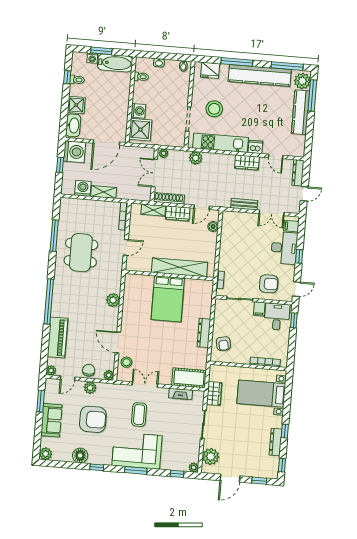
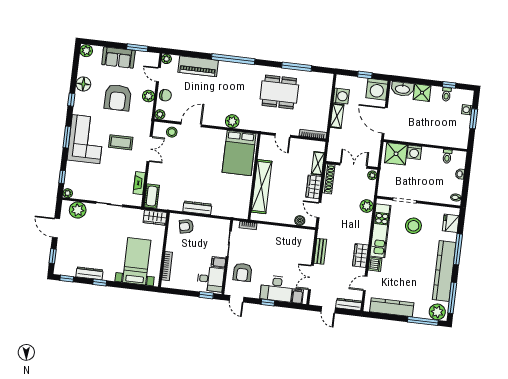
bathtub: (115, 63) -> (461, 132), removed
kitchen counter: (301, 112) -> (392, 307), moved
bed: (168, 299) -> (239, 153), moved, turned -90
cot: (189, 378) -> (152, 196), width x0.73, depth x0.75
wardrobe: (214, 393) -> (155, 218), moved

